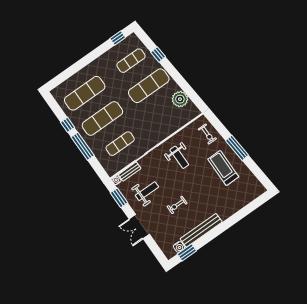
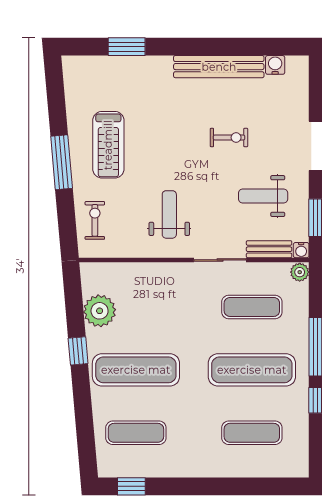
window: (158, 55) -> (78, 351), moved
exercise mat: (85, 93) -> (252, 433), width x0.73, depth x0.69
plant: (111, 171) -> (300, 272), added
window: (187, 252) -> (127, 47), moved

